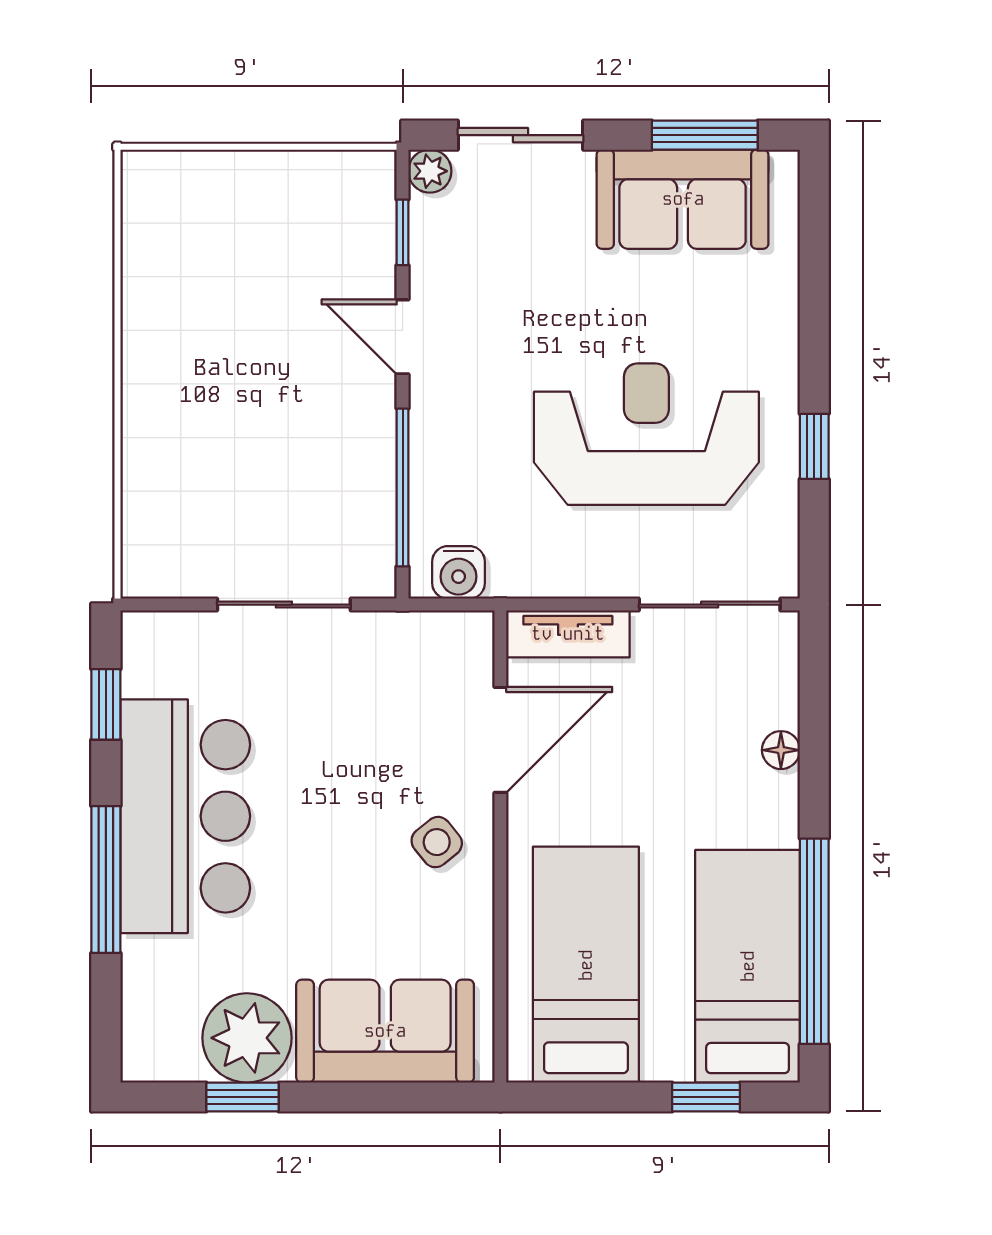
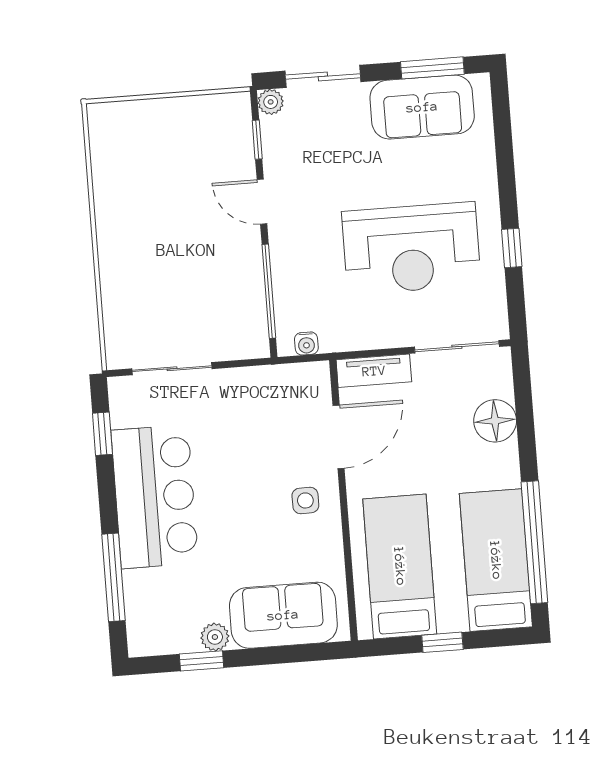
reception desk: (646, 434) -> (411, 248), turned 180
water cooler: (459, 572) -> (306, 343), width x0.72, depth x0.72
sliding door: (284, 605) -> (172, 369), moved
floor lamp: (781, 750) -> (495, 421), width x1.89, depth x1.89
side table: (437, 842) -> (305, 500), turned 38
window: (106, 879) -> (113, 577), moved
plant: (247, 1038) -> (215, 637), width x0.53, depth x0.53
window: (706, 1097) -> (442, 642), moved

